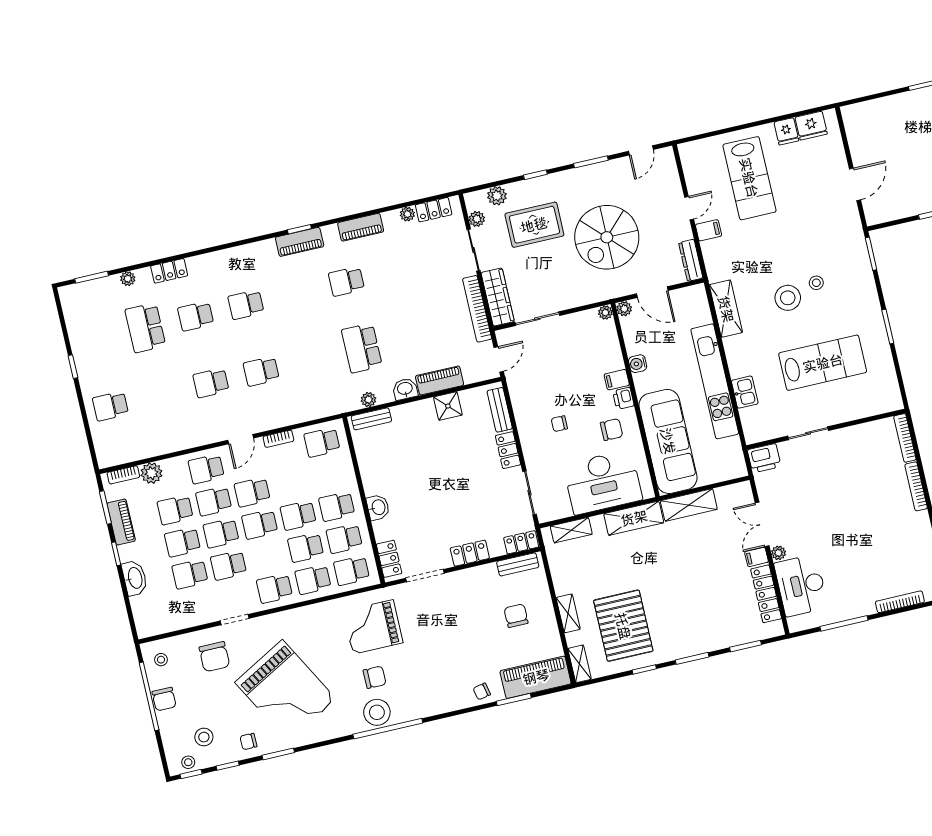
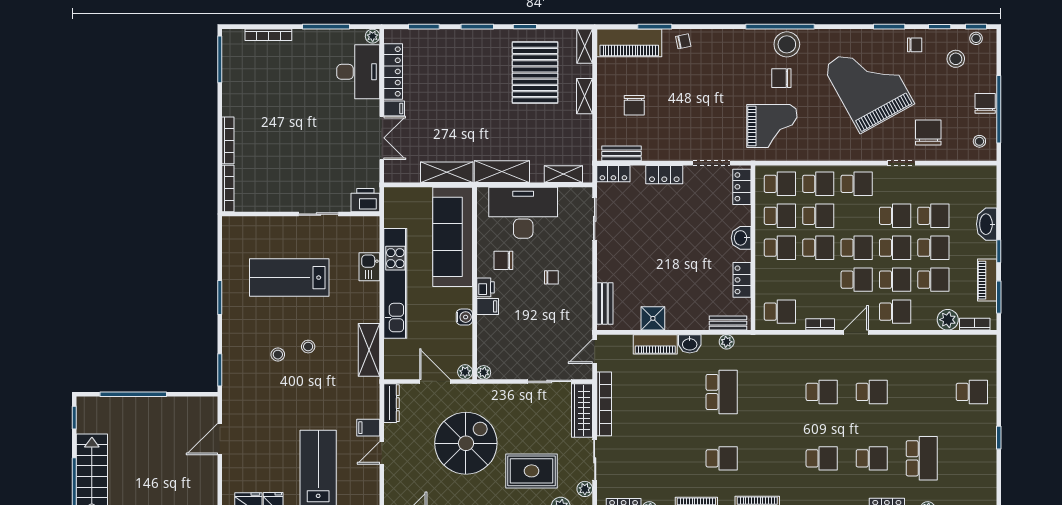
stool: (788, 298) -> (308, 347), width x0.53, depth x0.53
locker: (508, 450) -> (742, 280), moved, turned 180
plant: (778, 553) -> (373, 36), moved

